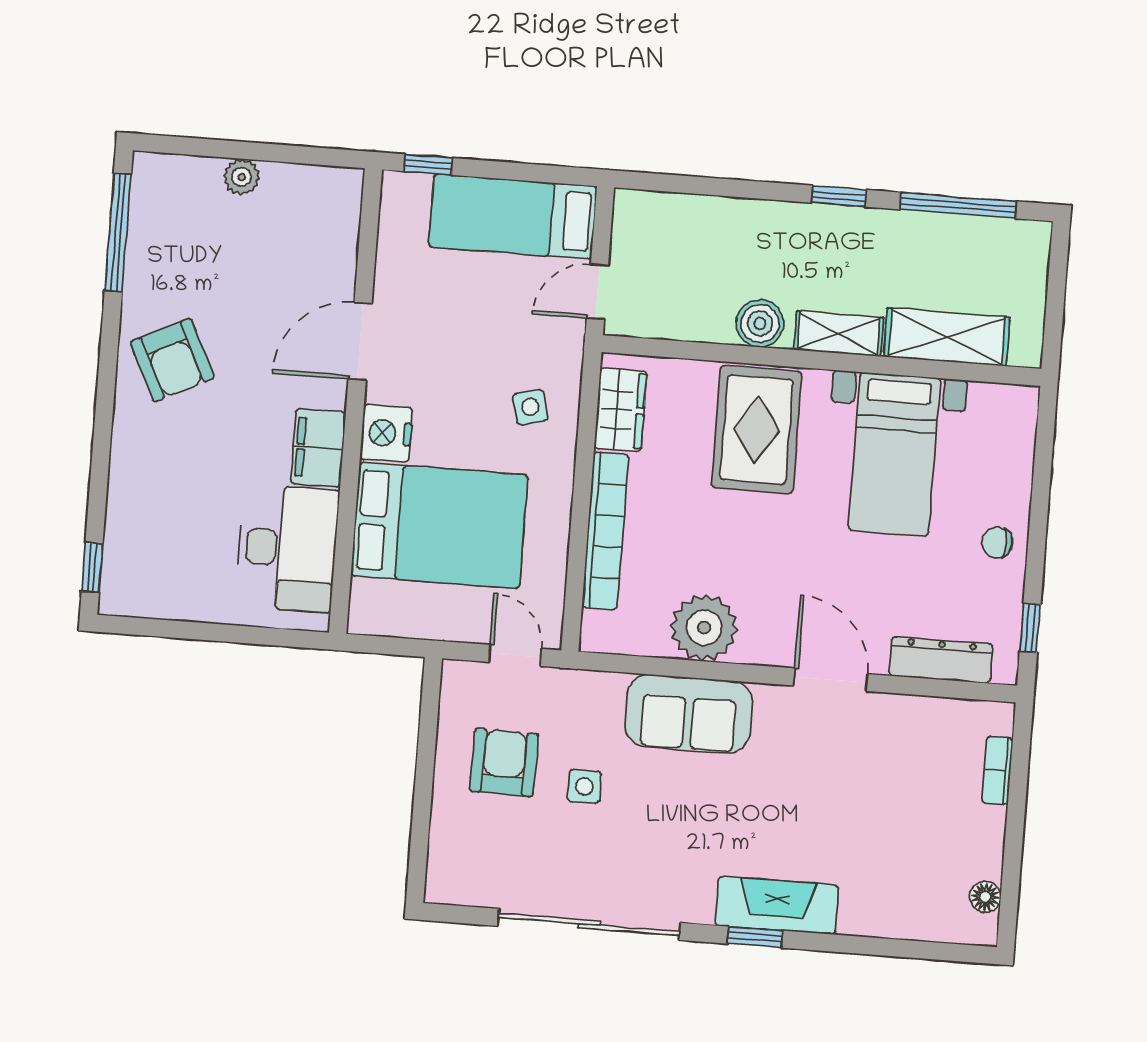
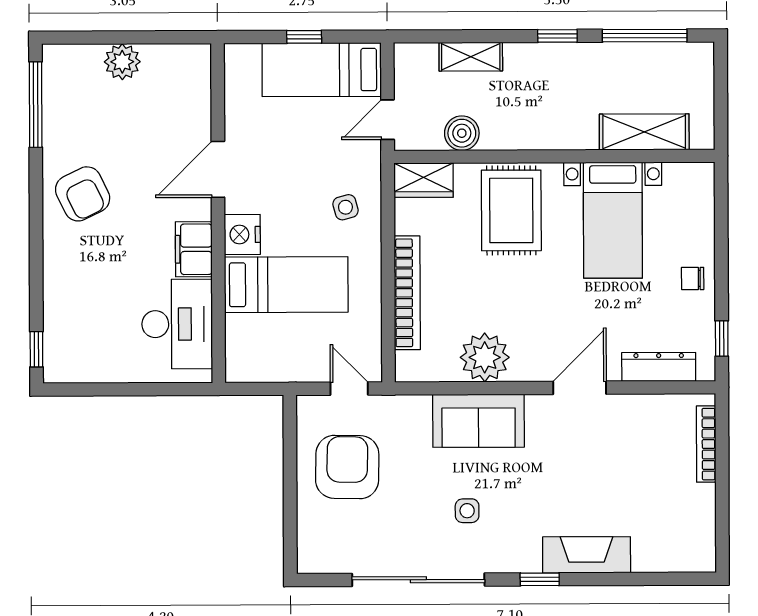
window: (428, 165) -> (304, 37), moved
plant: (242, 177) -> (122, 62), width x1.38, depth x1.38
boiler: (760, 323) -> (462, 133), moved
shelving: (838, 334) -> (471, 57), moved
wardrobe: (620, 410) -> (424, 180), moved, turned 90
bed: (439, 525) -> (286, 285), width x0.67
door: (830, 680) -> (580, 388), hinge flipped
armchair: (504, 762) -> (347, 467), width x1.36, depth x1.36
bookcase: (997, 771) -> (706, 444), width x1.56
side table: (584, 786) -> (467, 511), moved
floor lamp: (985, 897) -> (705, 537), removed
fireplace: (777, 905) -> (587, 555), moved

